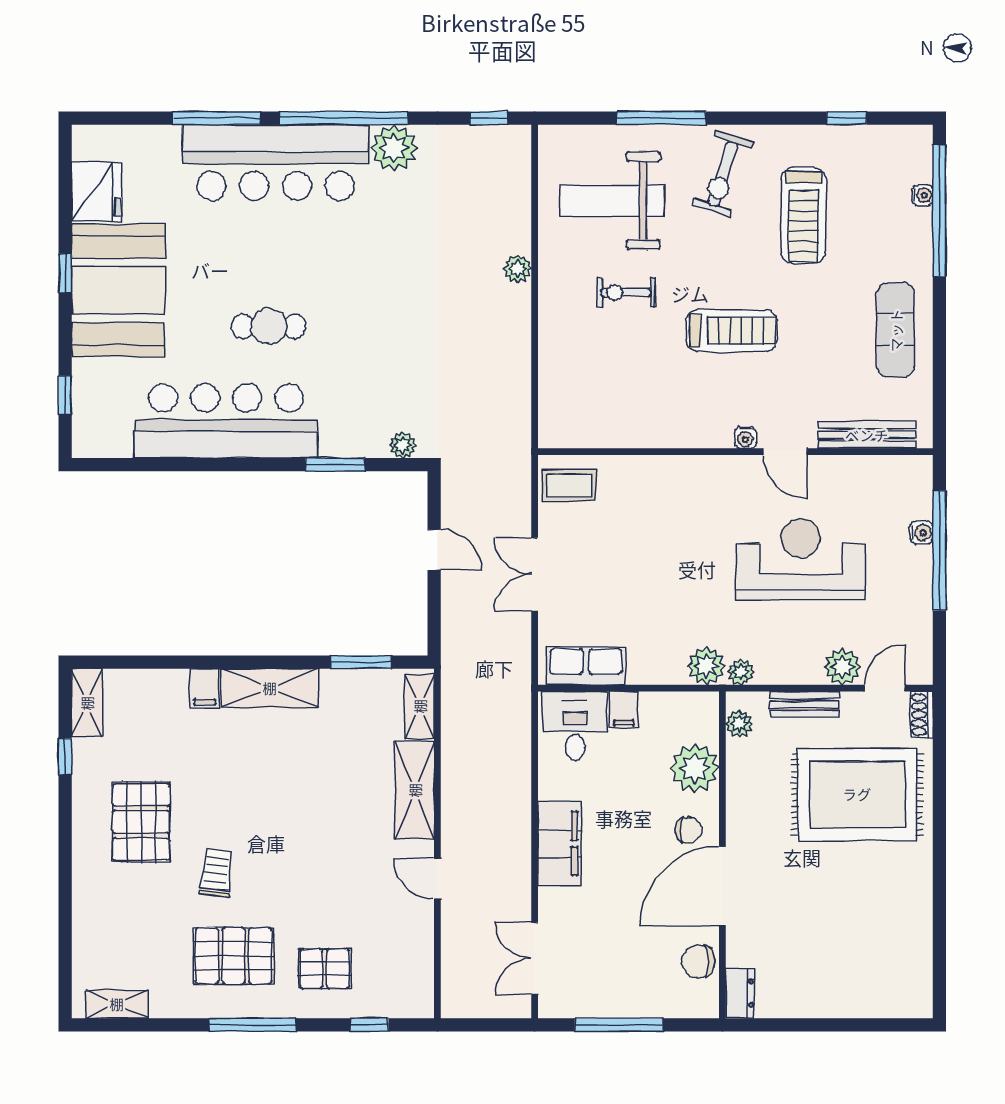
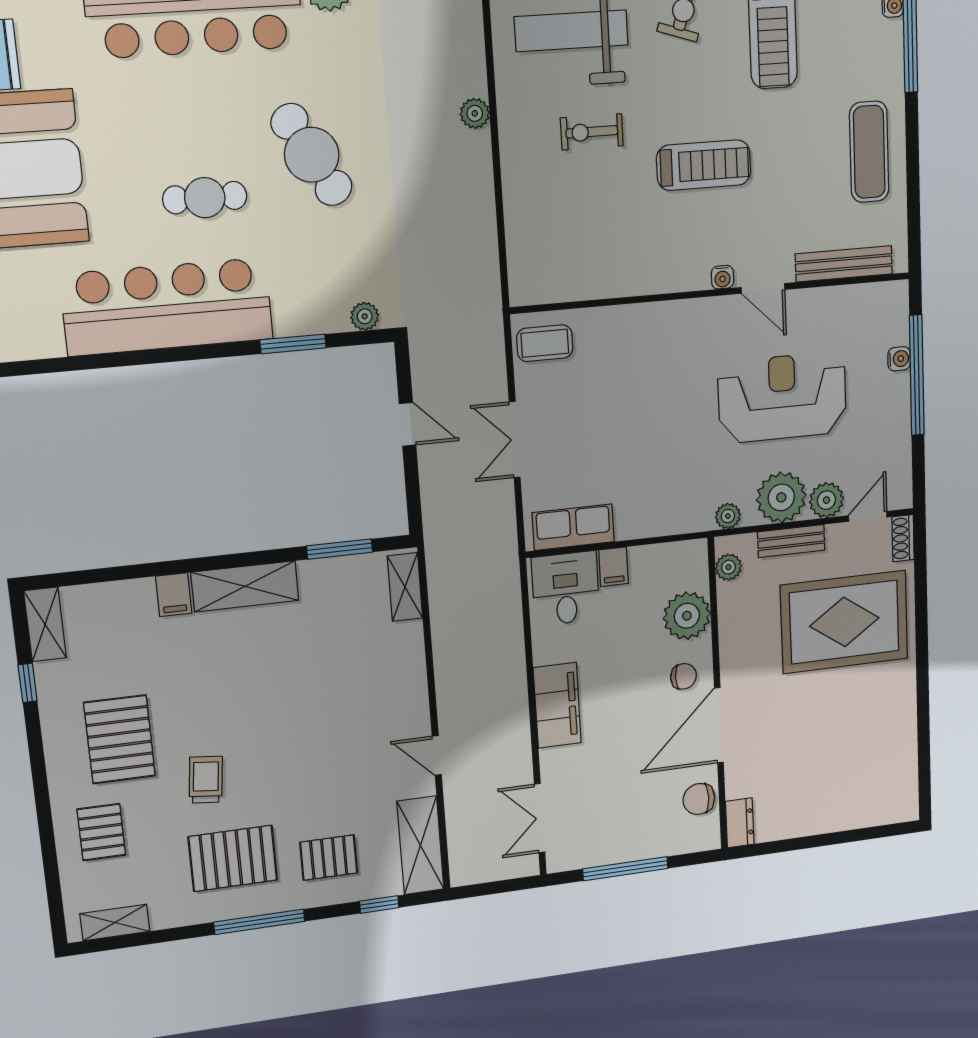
cafe table: (367, 295) -> (312, 155), added
plant: (706, 666) -> (781, 497), moved, width x1.36, depth x1.36
shelving: (415, 790) -> (420, 845), moved
pallet: (115, 911) -> (101, 832), added

